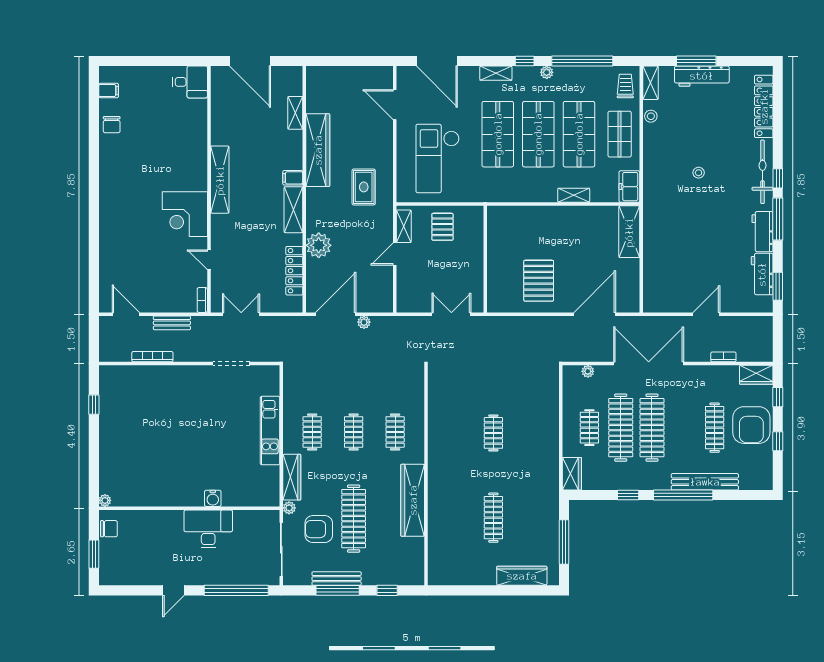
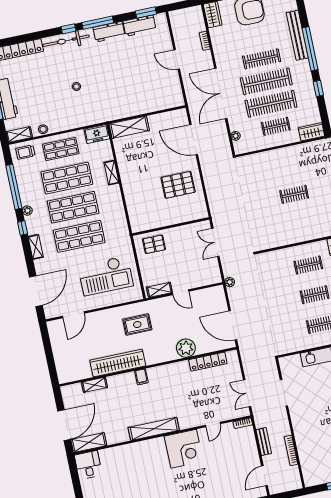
shelving: (293, 210) -> (89, 443), moved
pallet: (442, 227) -> (154, 244), moved
plant: (364, 322) -> (230, 282), moved
clothes rail: (715, 428) -> (262, 59), moved

